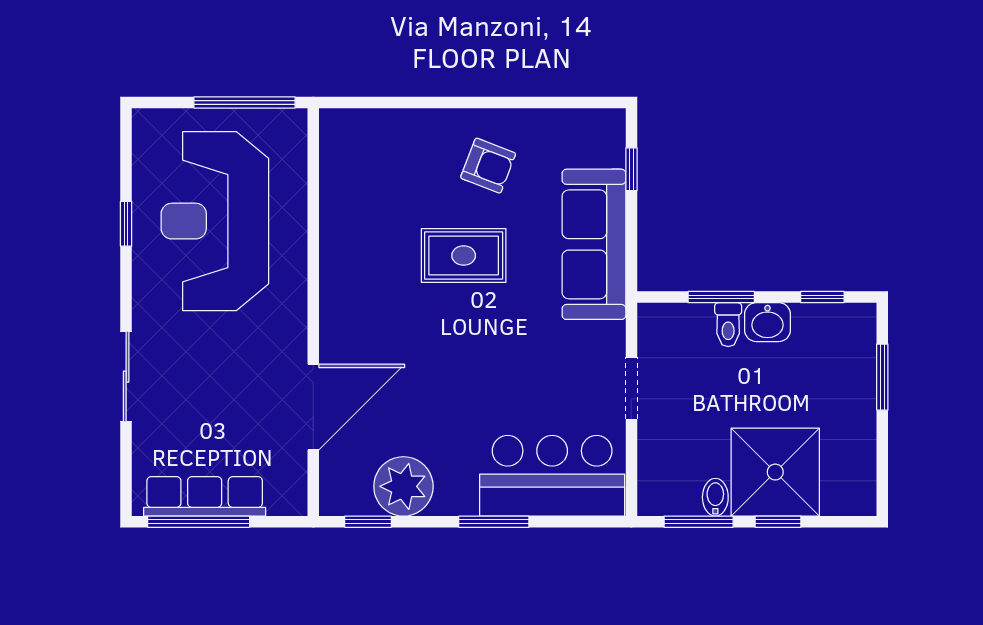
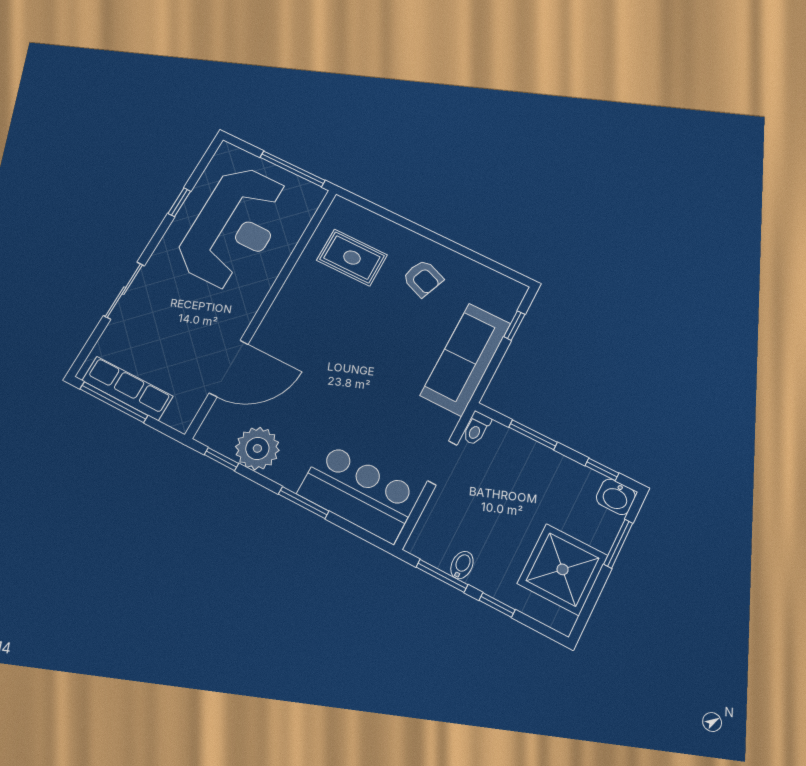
reception desk: (215, 221) -> (234, 227), turned 180
rug: (464, 256) -> (352, 258), moved
washbasin: (767, 322) -> (616, 497), moved
toilet: (728, 325) -> (476, 429), moved
shower: (775, 472) -> (563, 569), moved

